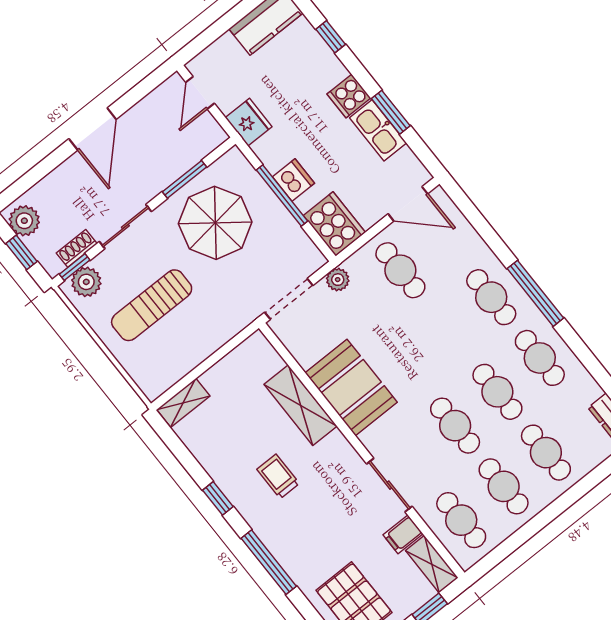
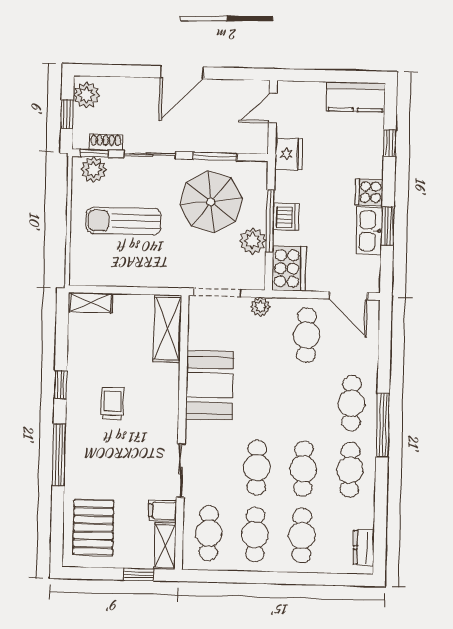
plant: (282, 227) -> (253, 241), added
shelving: (300, 405) -> (167, 328), moved

